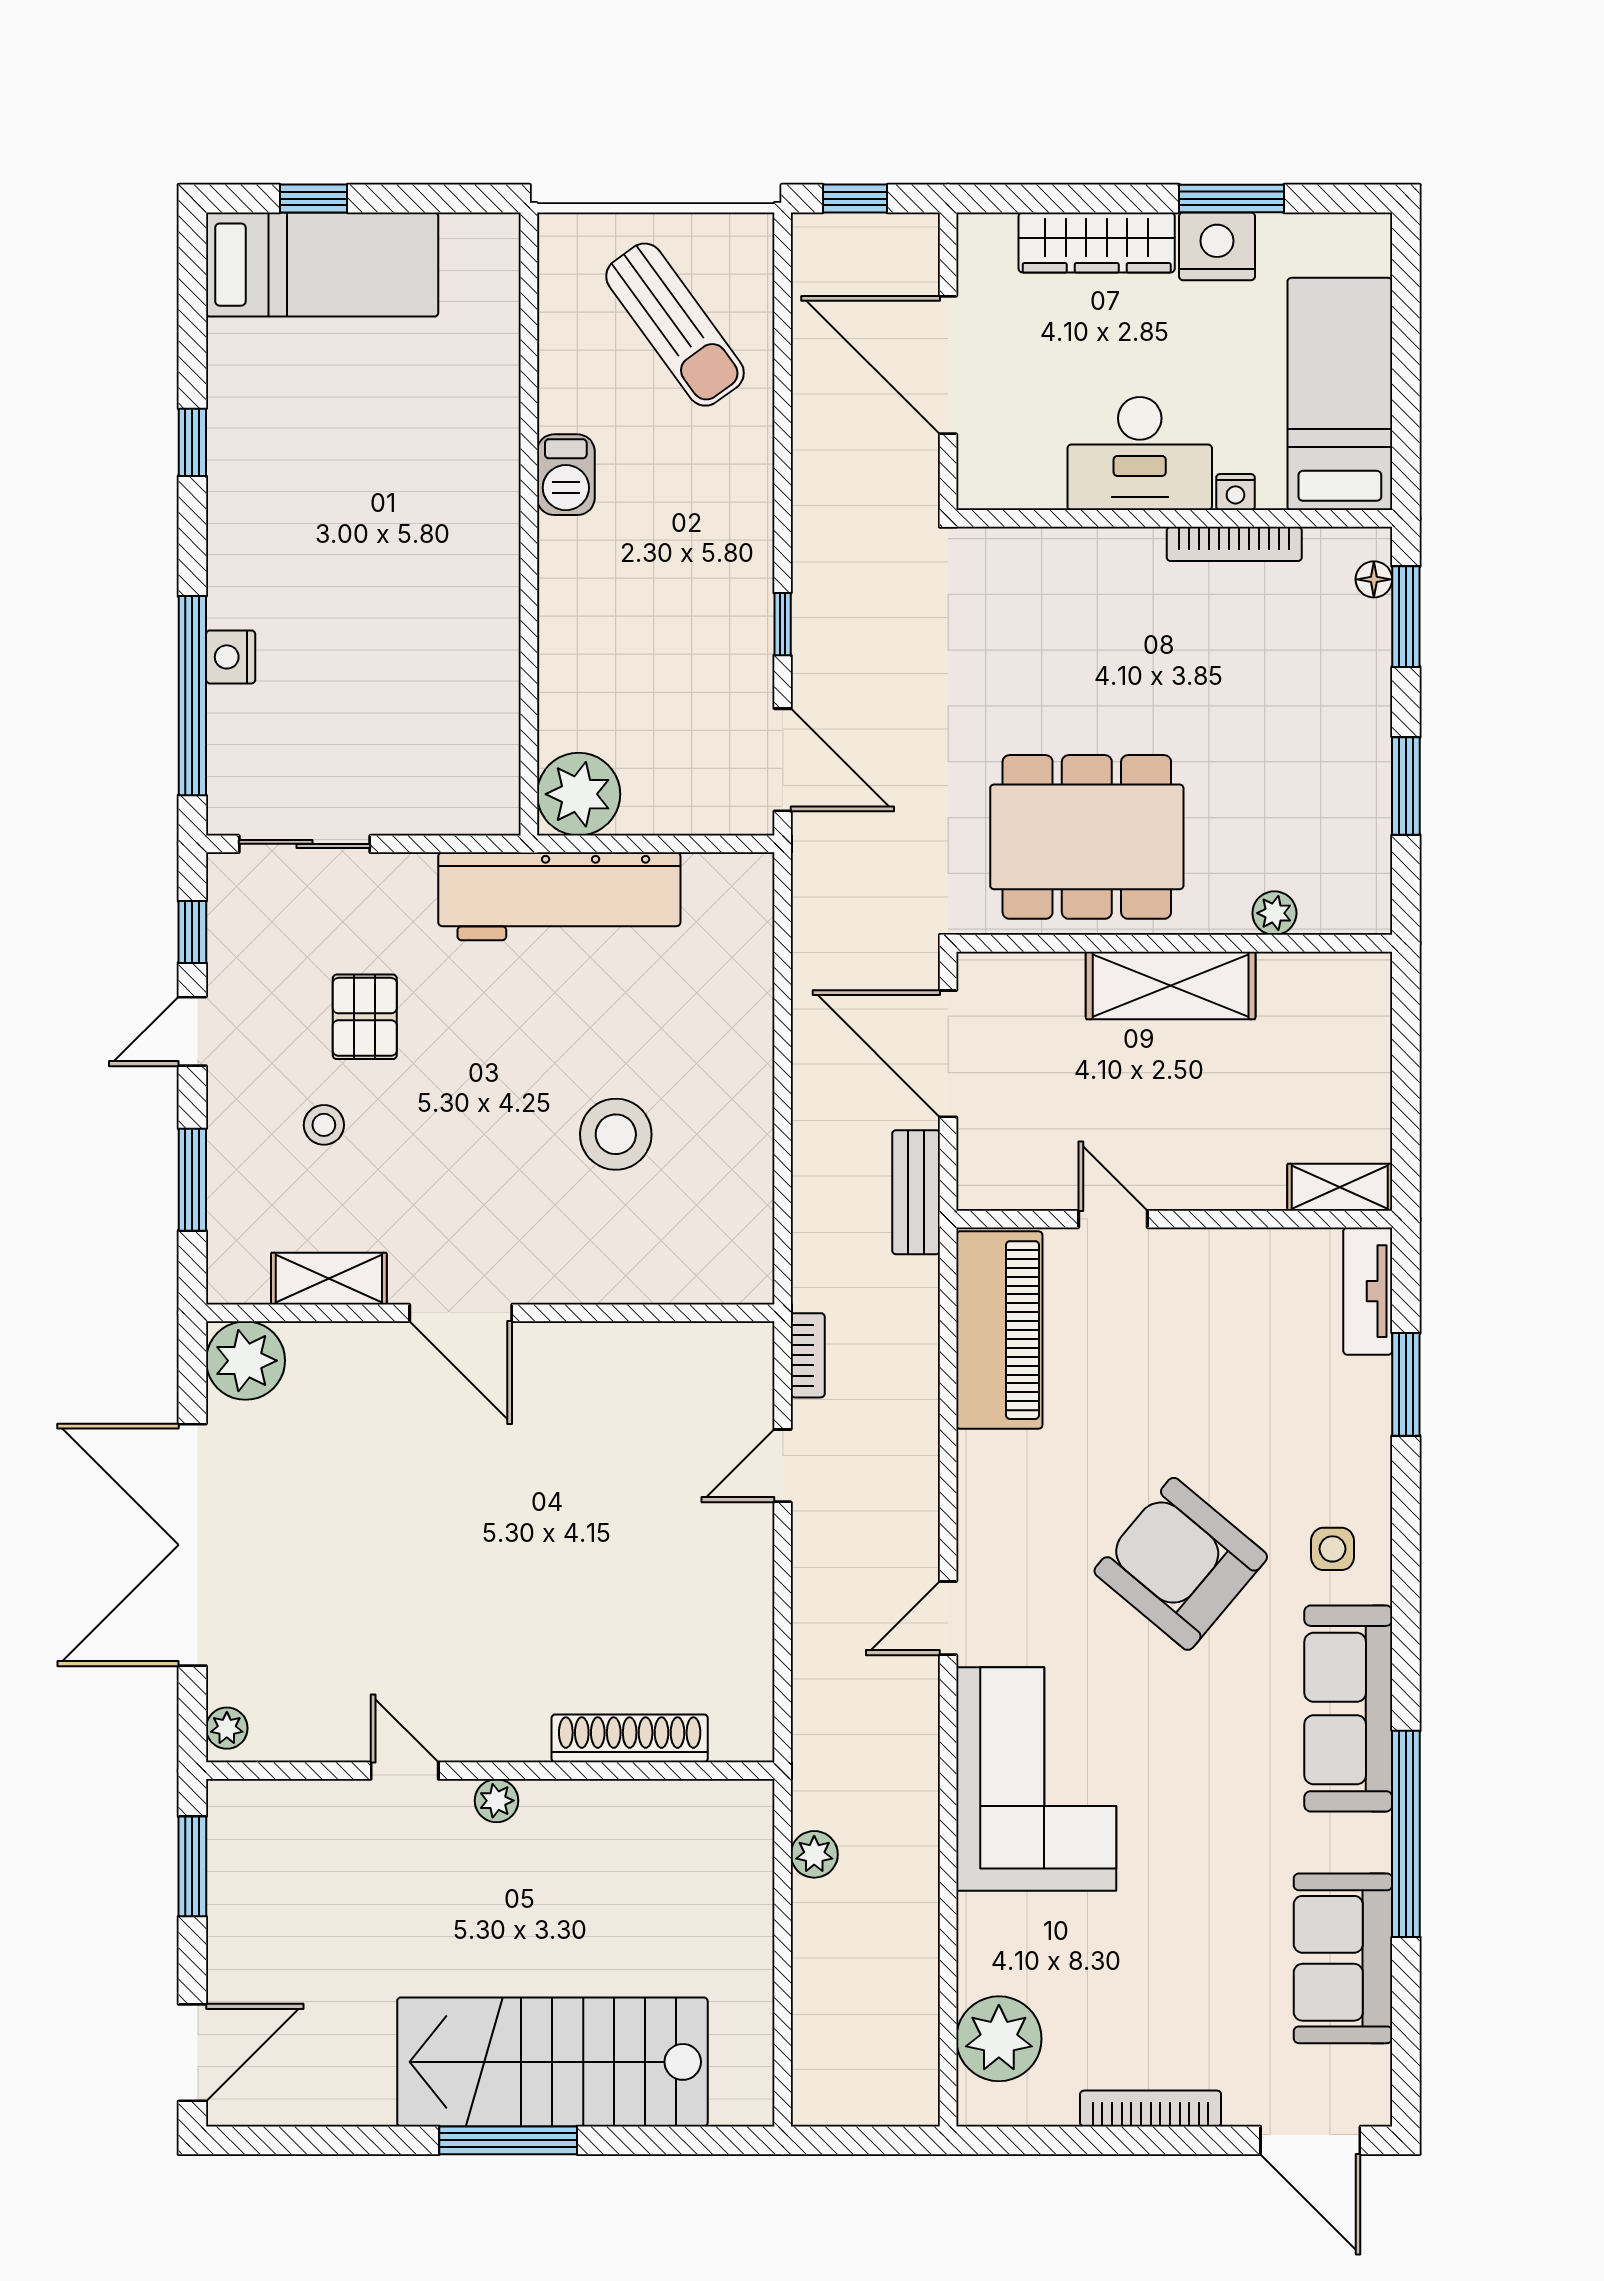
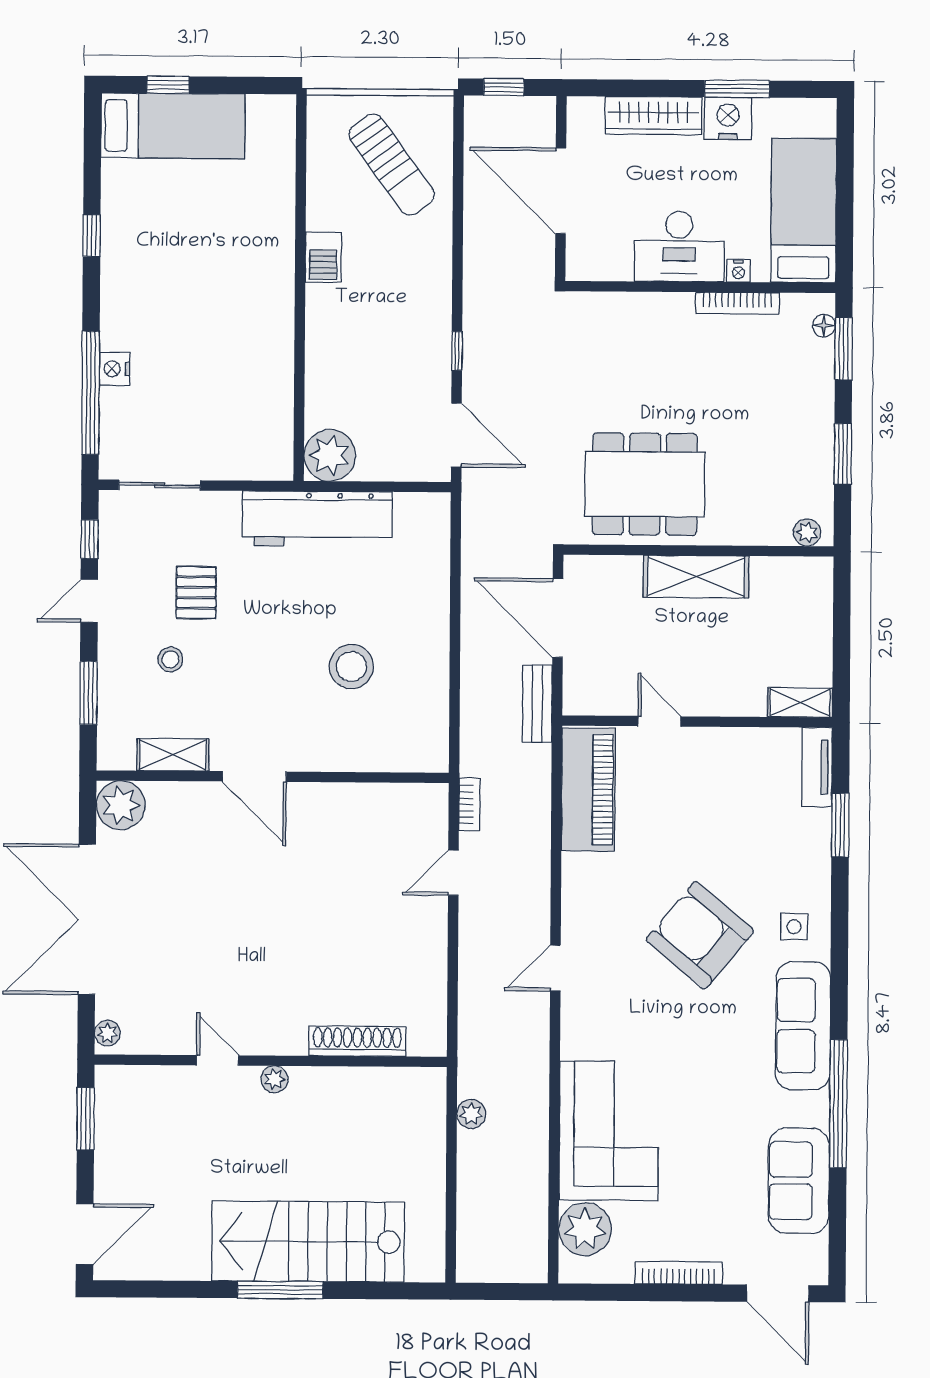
plant: (1274, 913) -> (807, 532), moved
corner sofa: (1036, 1779) -> (609, 1131), moved

